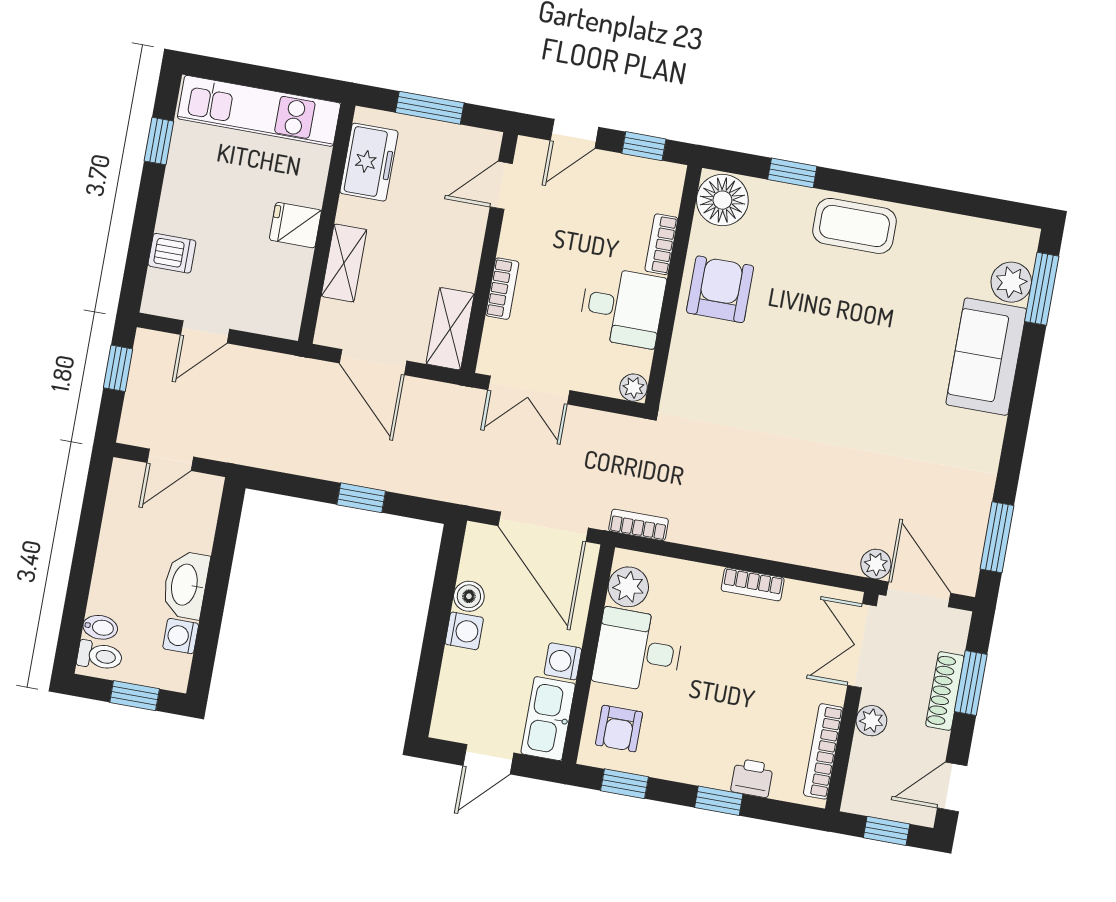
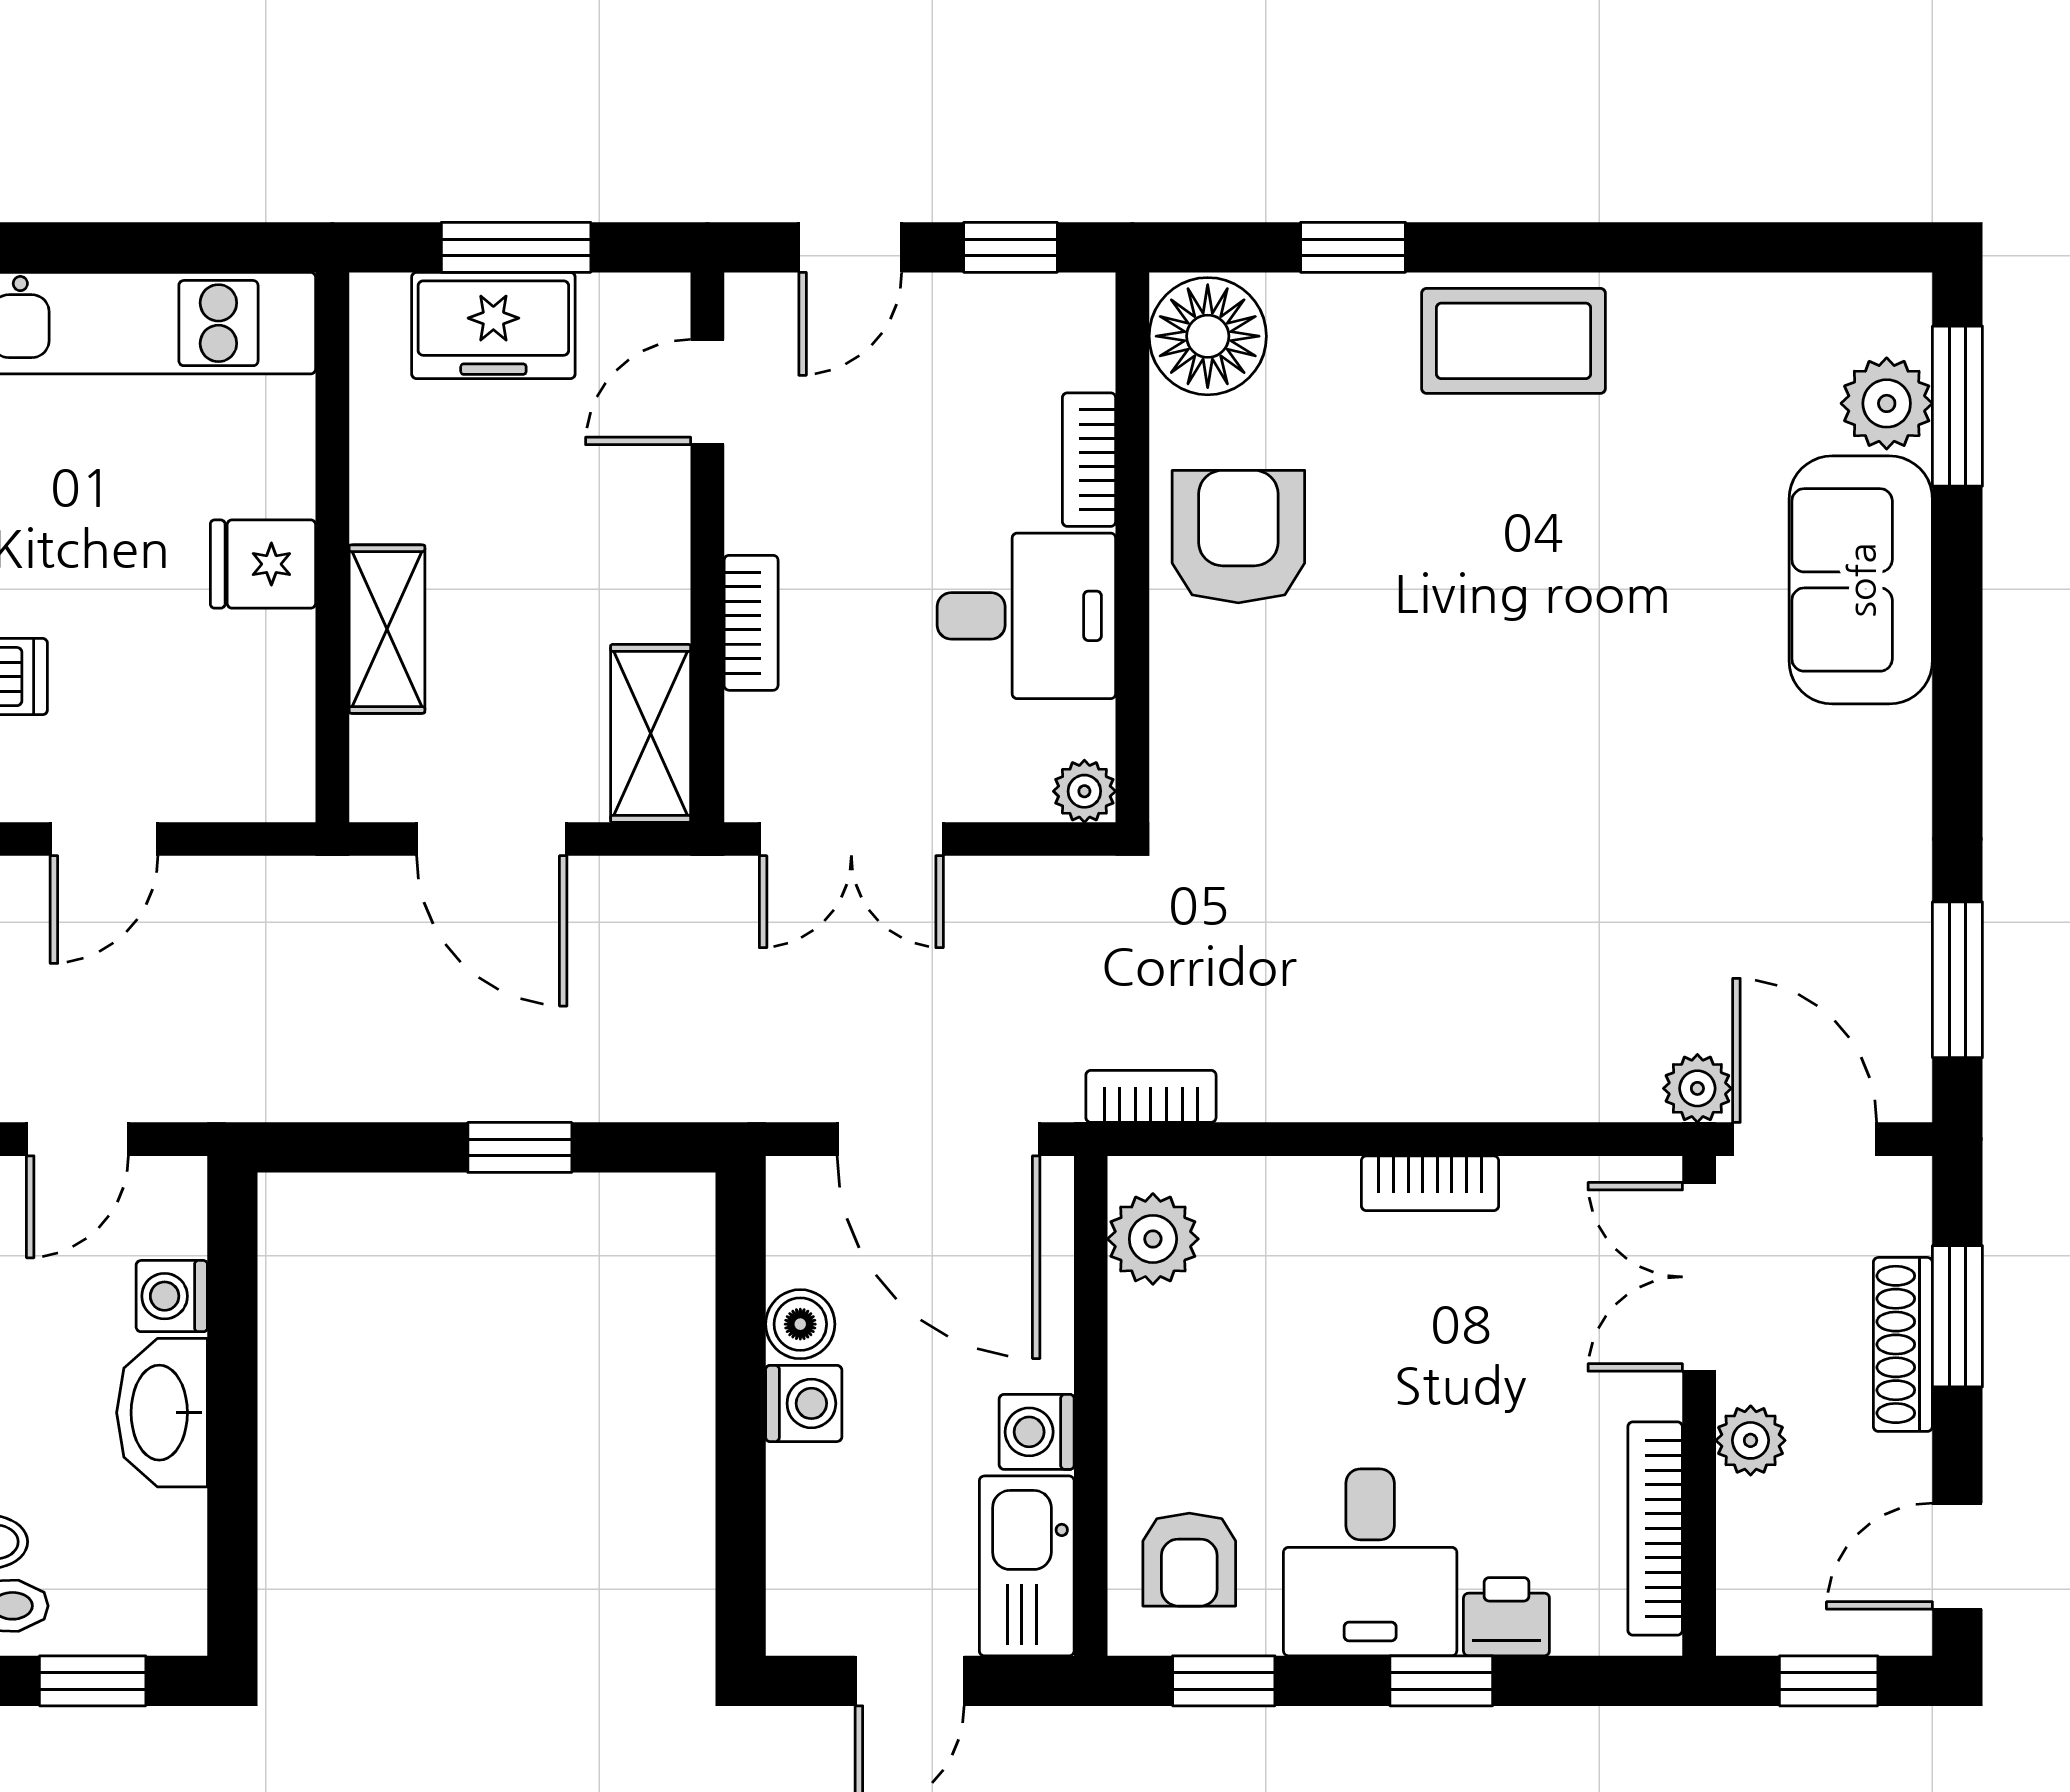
freezer: (369, 162) -> (493, 326), moved, turned 90
washing machine: (181, 636) -> (172, 1296), moved
desk: (638, 651) -> (1370, 1562), moved, turned -90

